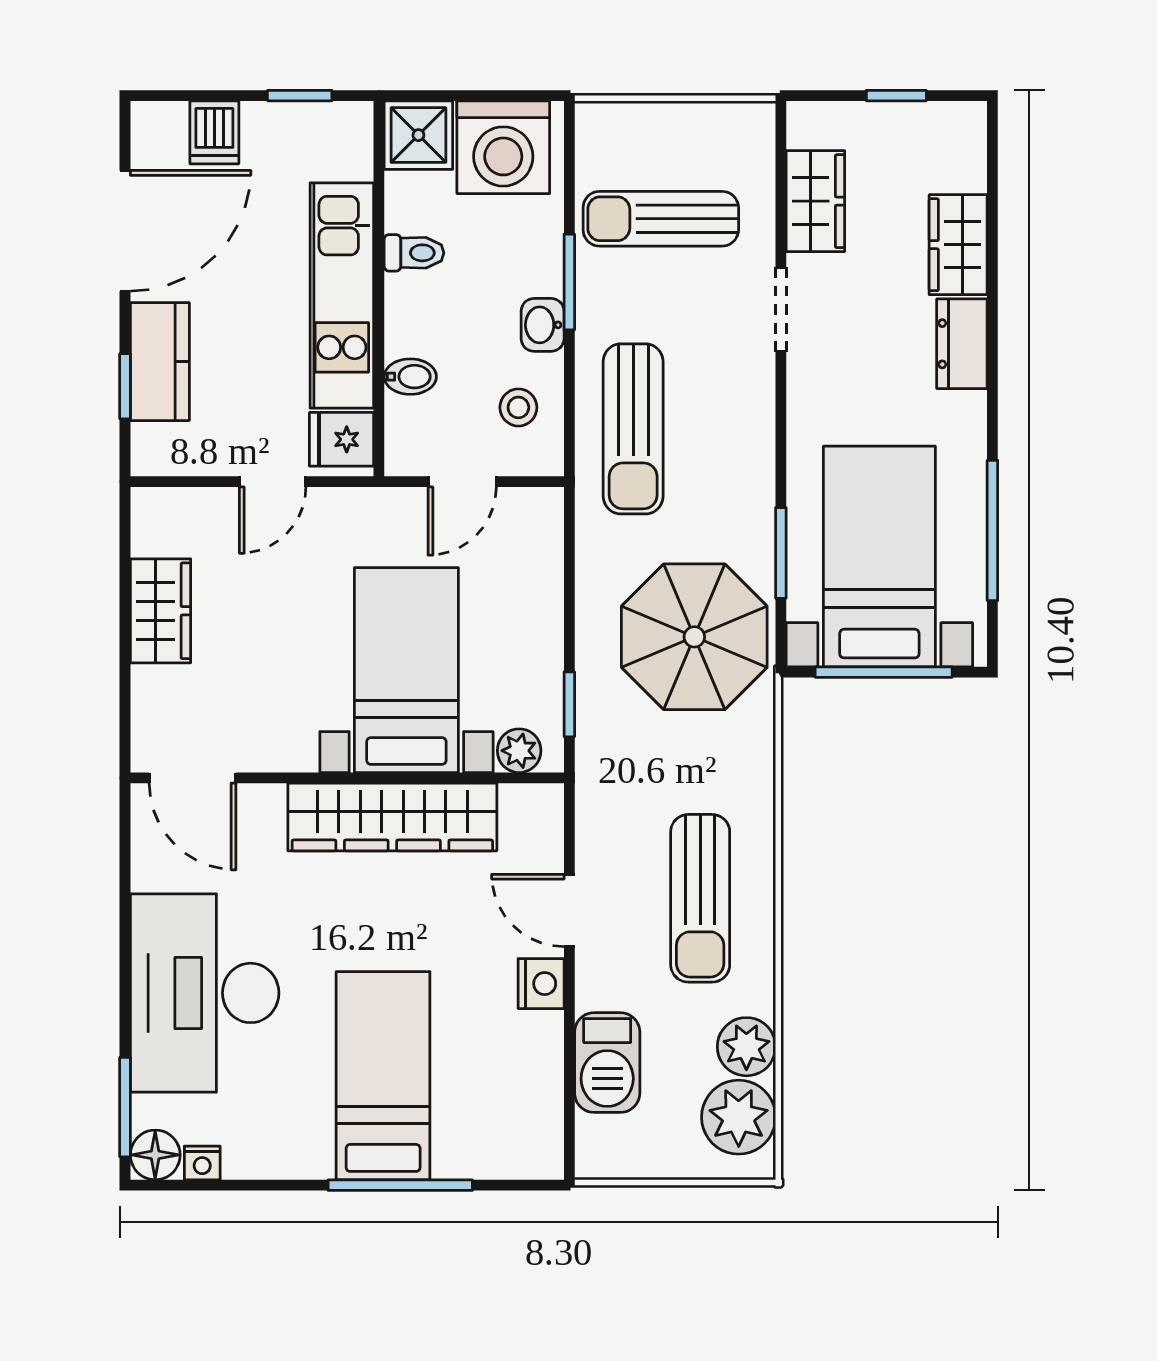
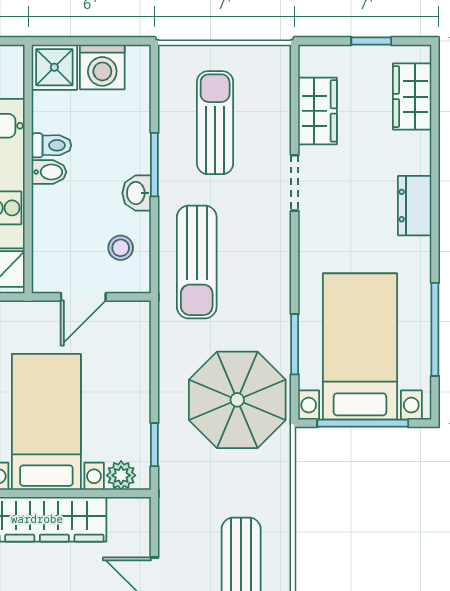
washing machine: (503, 147) -> (102, 67), width x0.73, depth x0.73
sun lounger: (661, 219) -> (215, 123), turned 90
wardrobe: (958, 245) -> (412, 97), moved
bidet: (410, 377) -> (49, 172), moved

